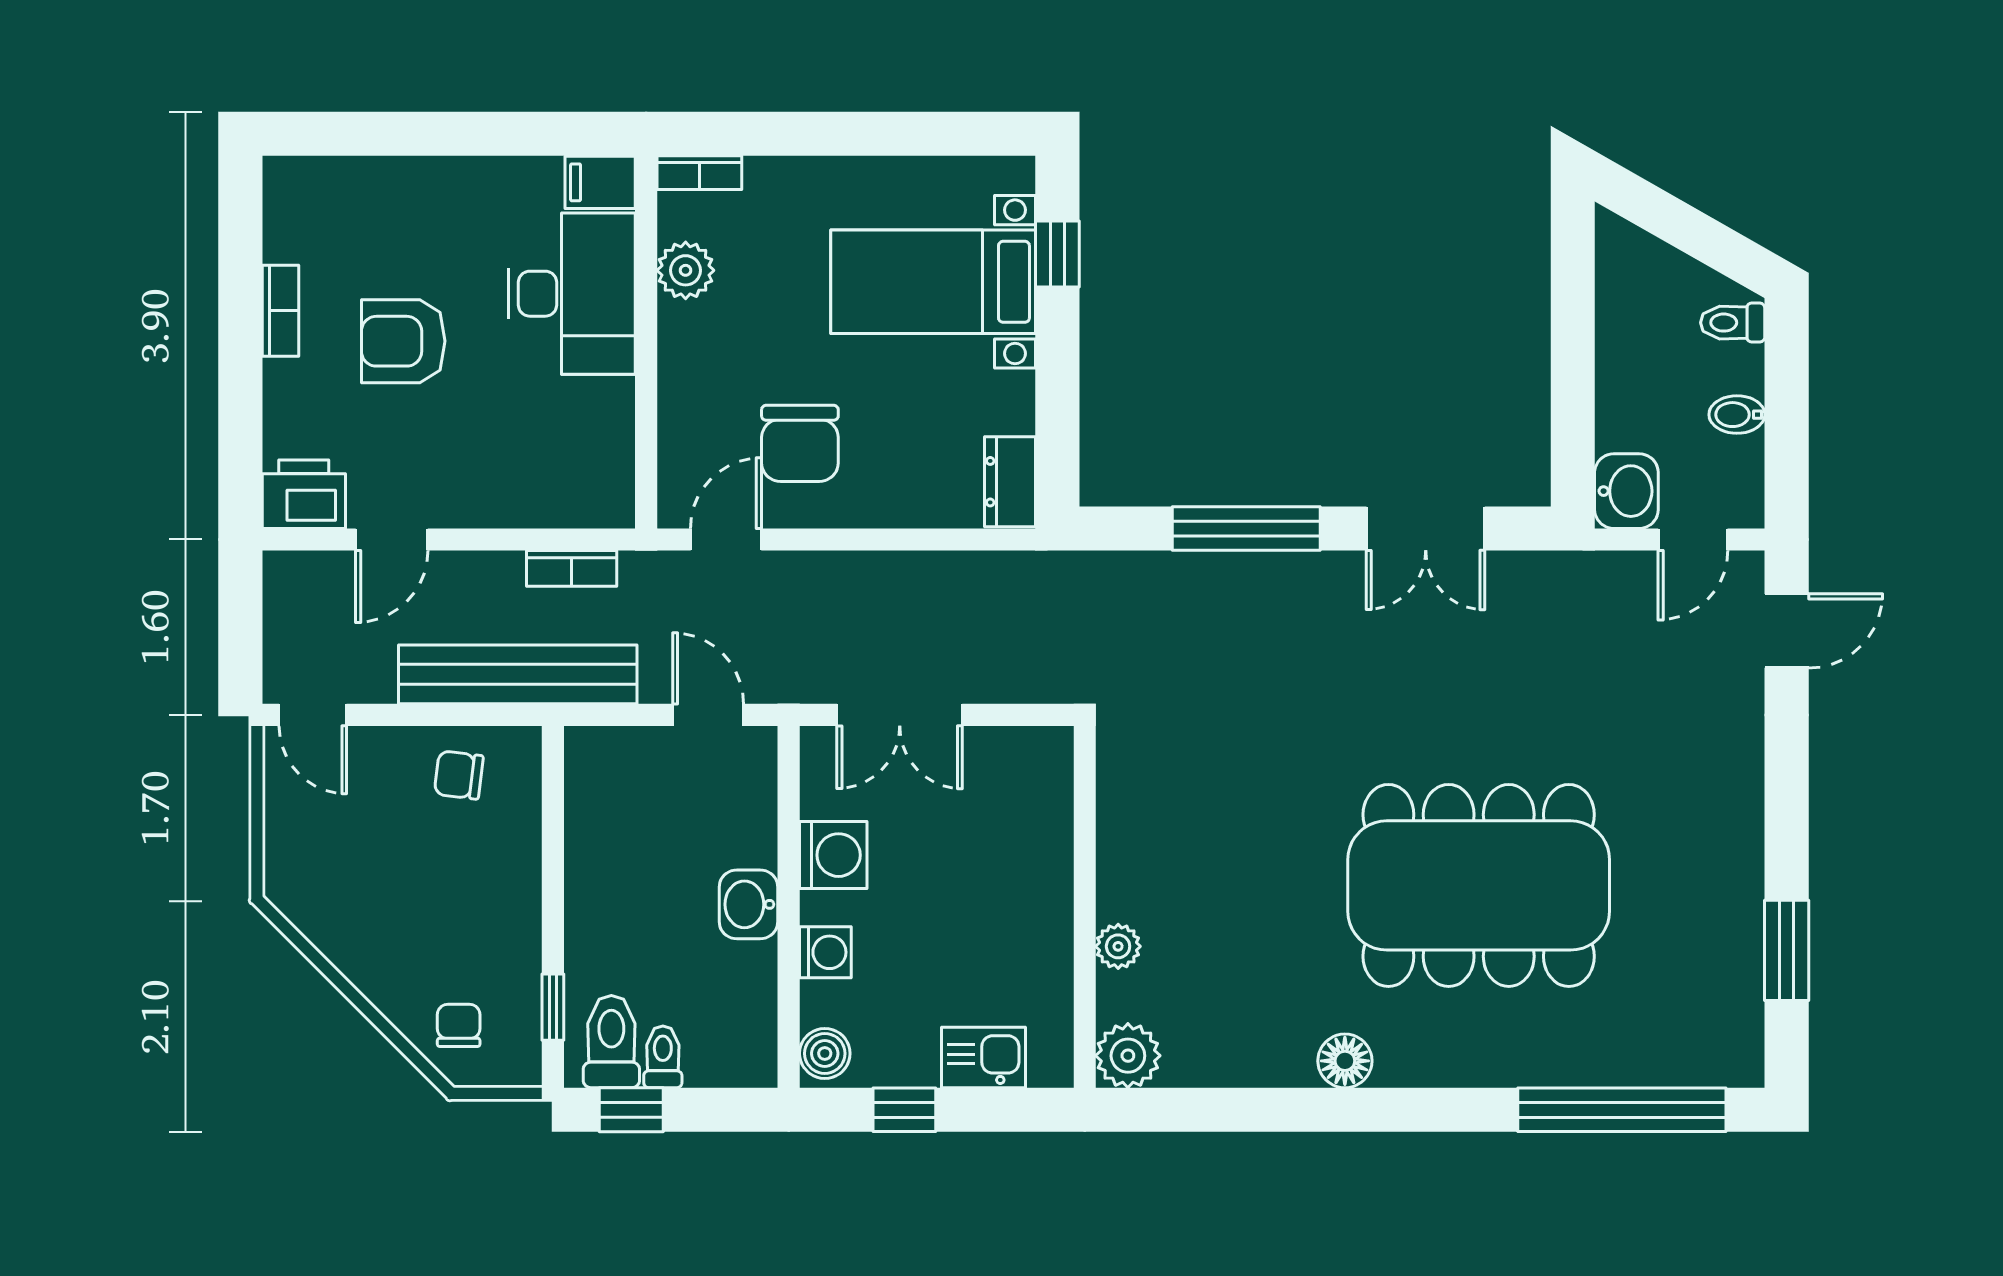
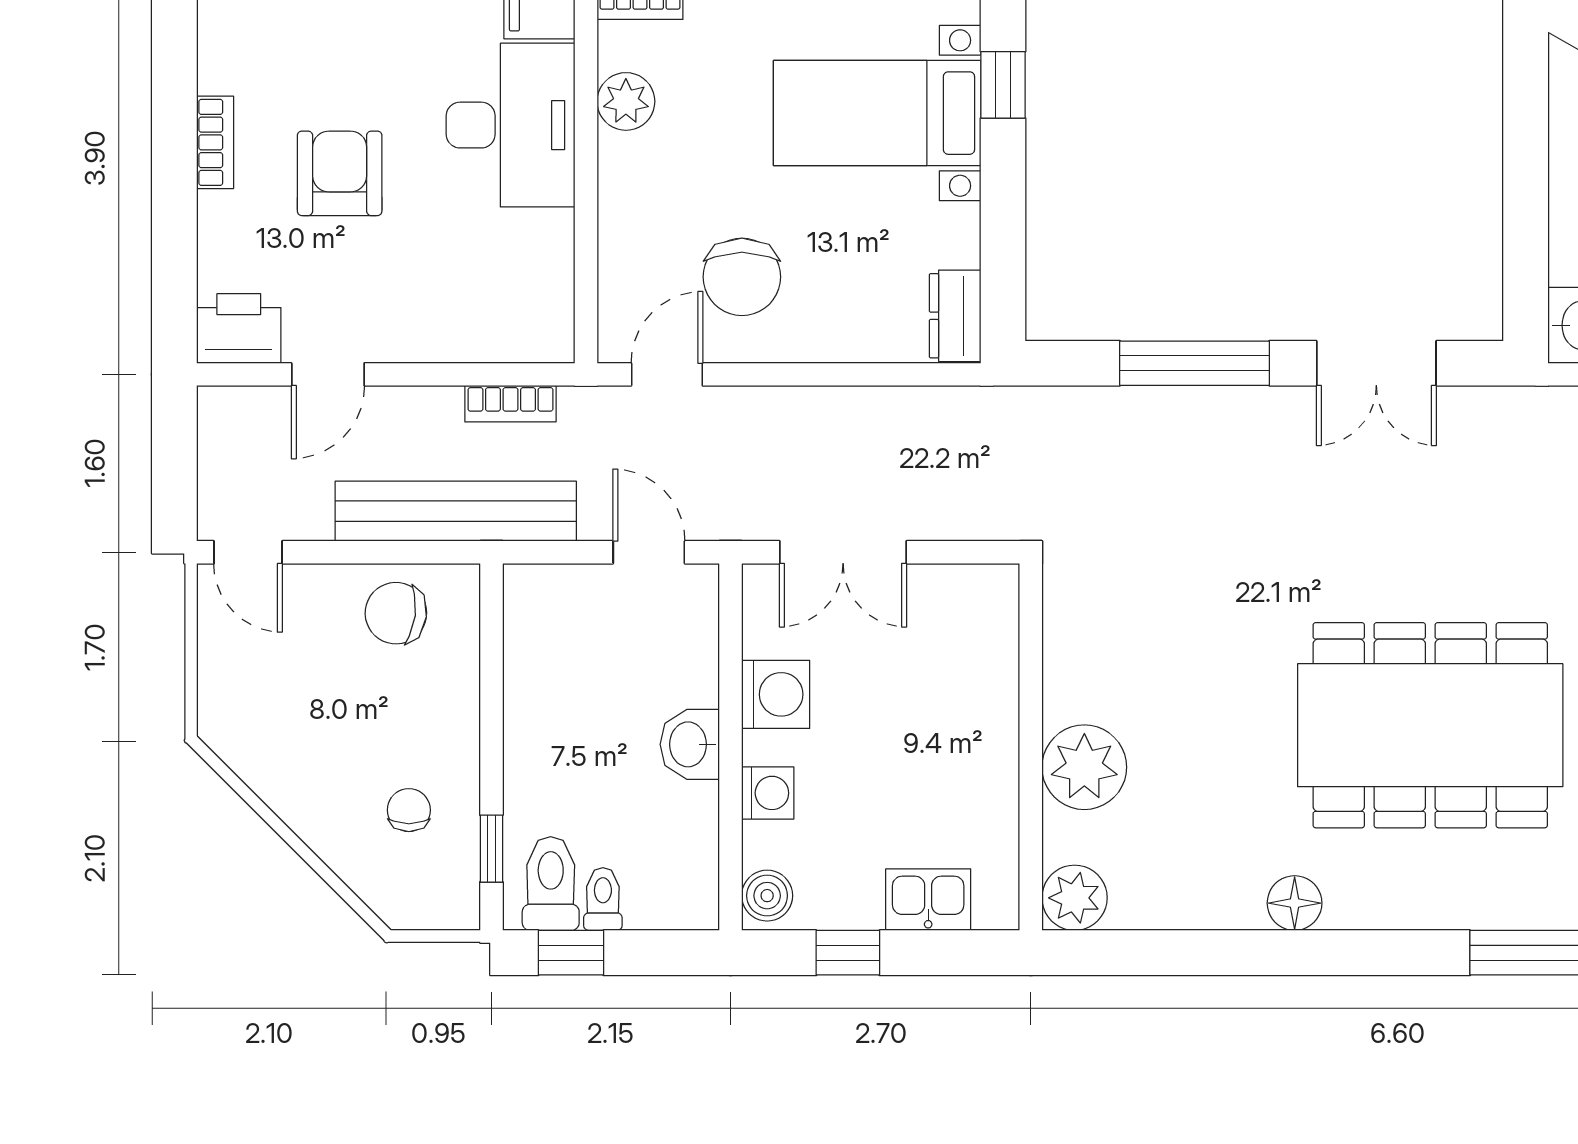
armchair: (403, 341) -> (340, 173), turned 90
chair: (459, 775) -> (396, 613), width x1.37, depth x1.37
plant: (1118, 946) -> (1084, 767), width x1.88, depth x1.88
chair: (459, 1025) -> (409, 810), moved

